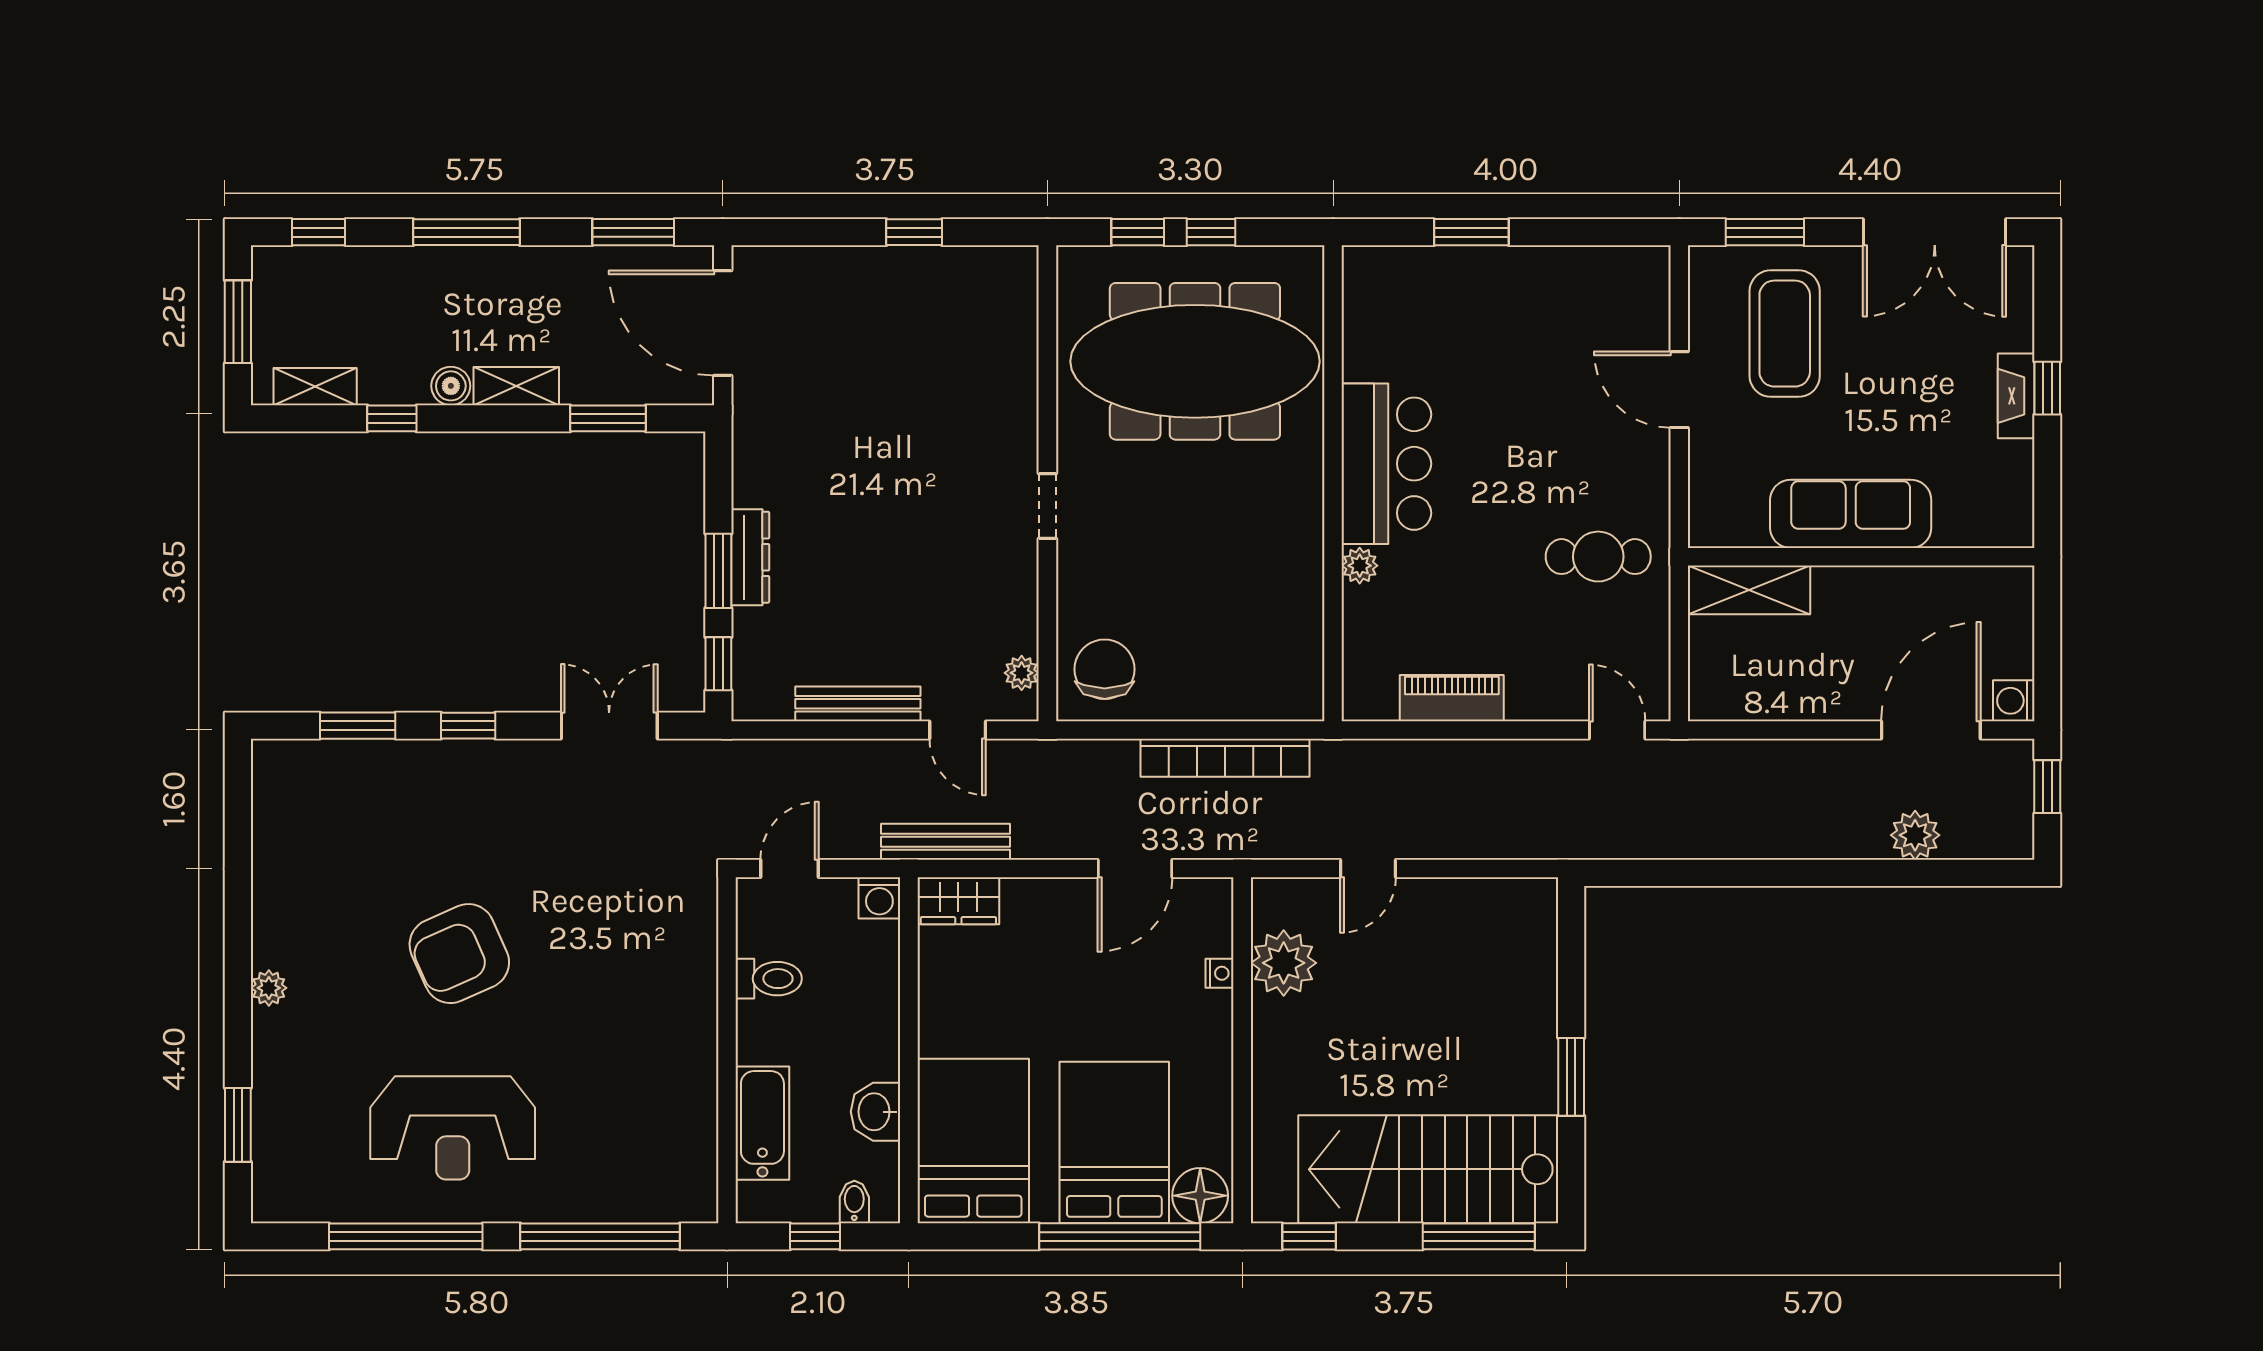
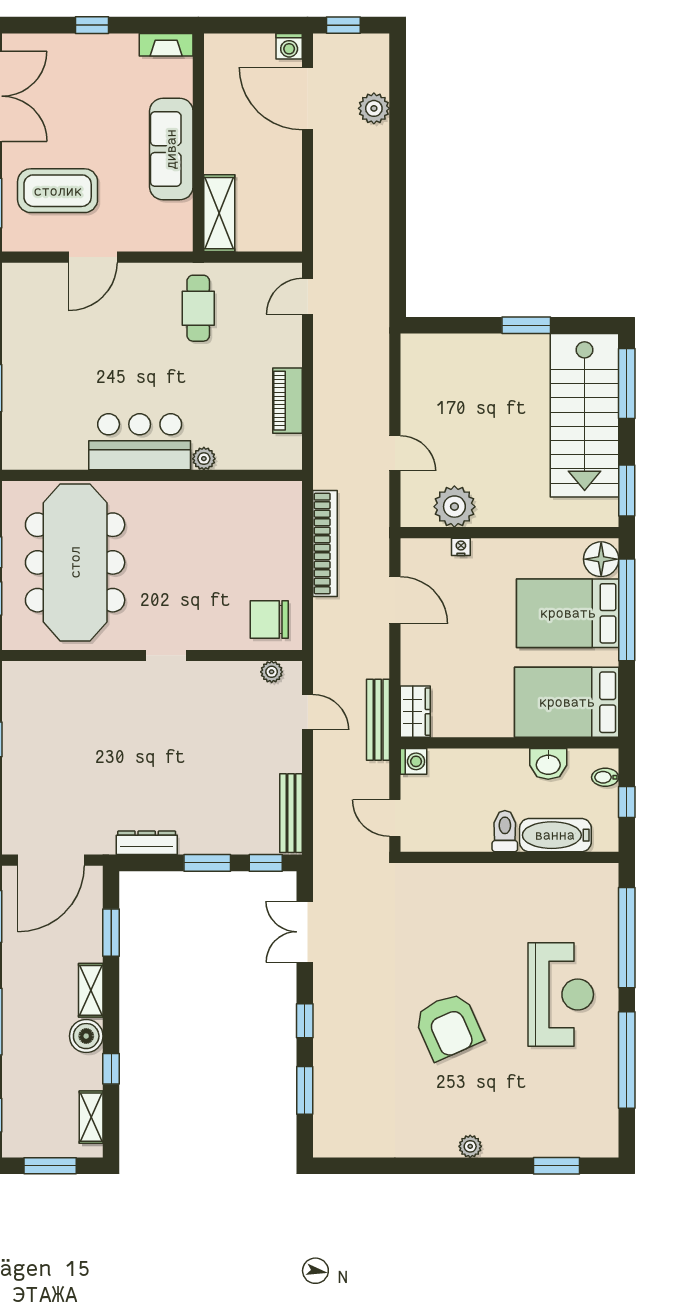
boiler: (451, 386) -> (86, 1036), width x1.36, depth x1.36
fireplace: (2016, 396) -> (166, 45), moved
dresser: (750, 557) -> (147, 843), moved
bench: (858, 704) -> (291, 813), moved
door: (958, 730) -> (308, 712), hinge flipped
toilet: (769, 979) -> (505, 831), moved
reception desk: (453, 1128) -> (561, 994), moved
window: (1309, 1236) -> (627, 491), width x1.50

